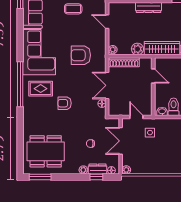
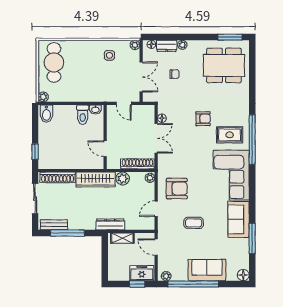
door: (107, 22) -> (156, 209), swing flipped
armchair: (81, 55) -> (177, 189), moved
side table: (150, 133) -> (109, 55), moved
window: (96, 177) -> (168, 37), removed

